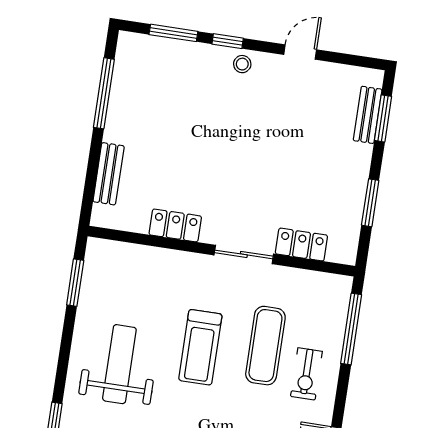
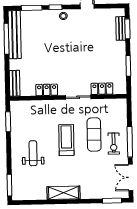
bench: (124, 87) -> (15, 35), added
bench: (109, 174) -> (15, 83), moved
window: (351, 329) -> (130, 142), moved
treadmill: (200, 347) -> (66, 140), turned 180
weight bench: (119, 364) -> (33, 153), width x0.73, depth x0.75

